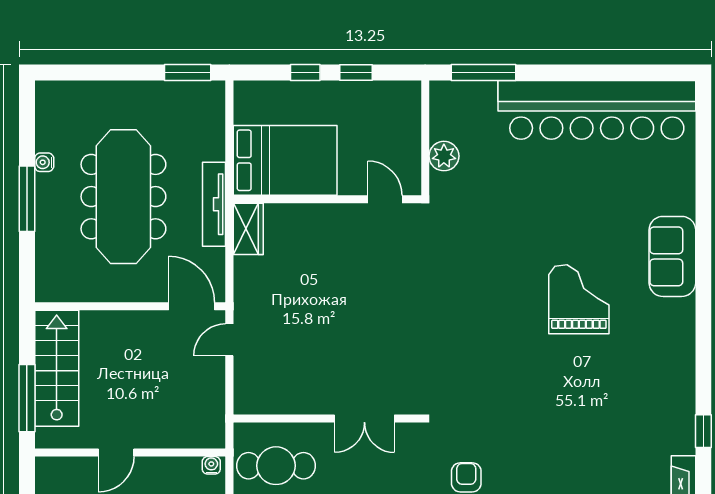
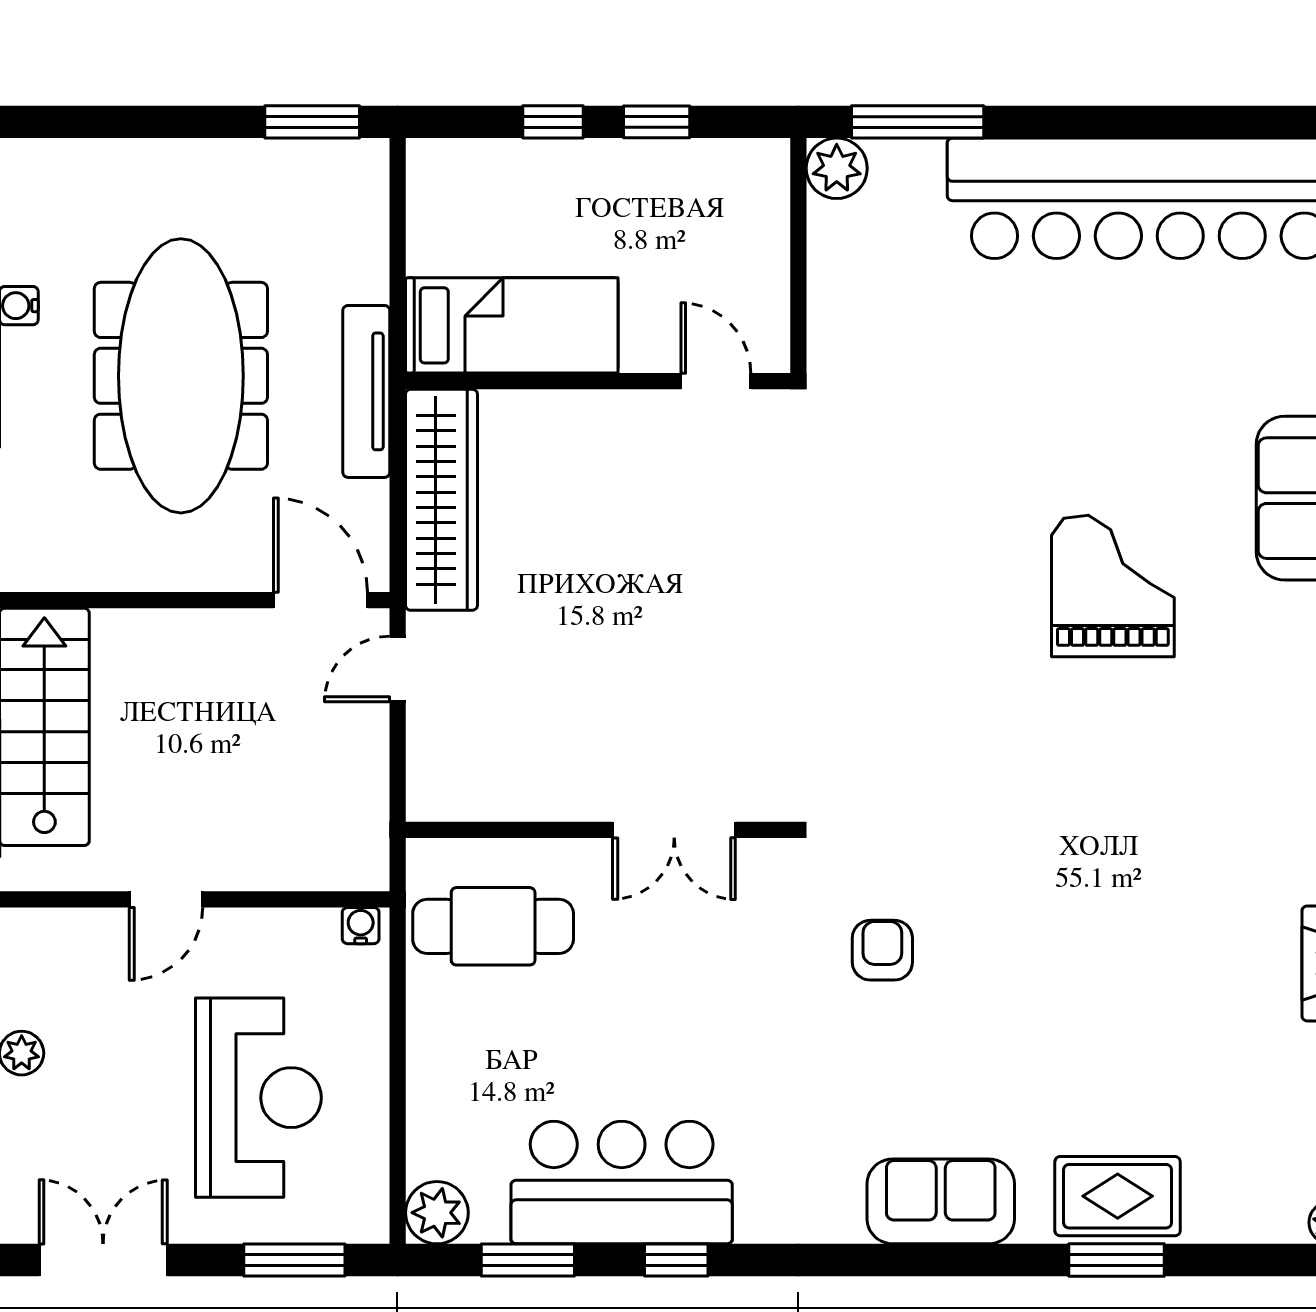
plant: (444, 156) -> (837, 168), moved
bed: (285, 160) -> (512, 325), width x0.67
wardrobe: (248, 229) -> (441, 500), width x2.10, depth x1.17

